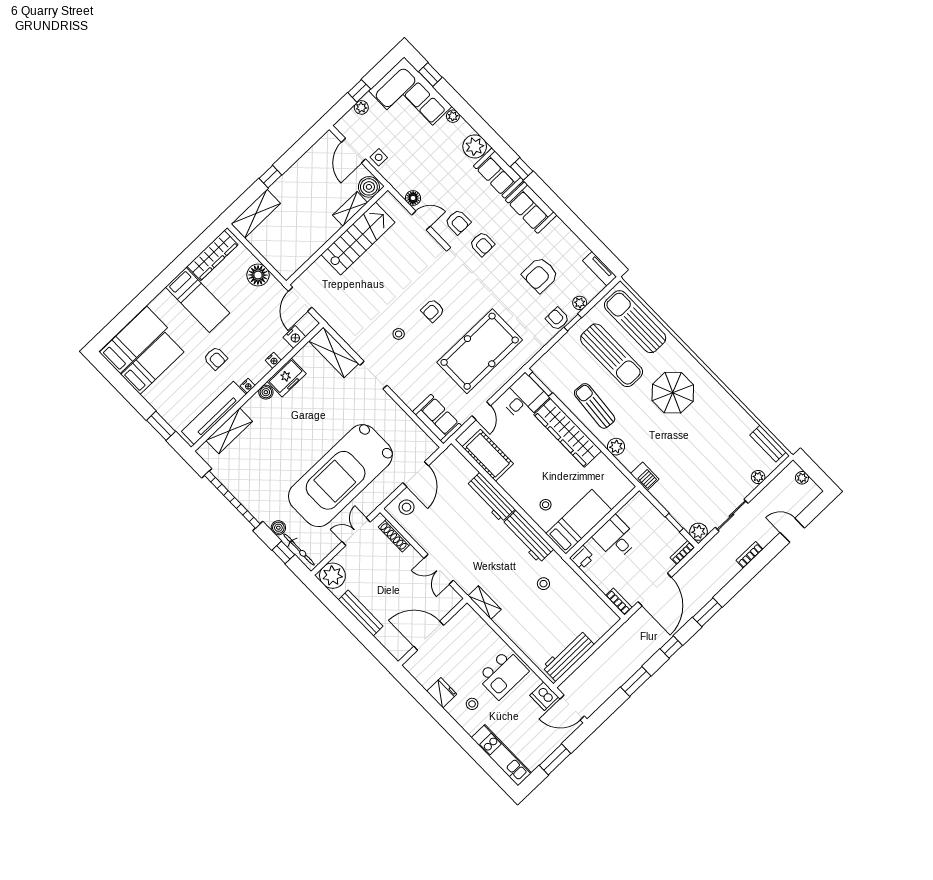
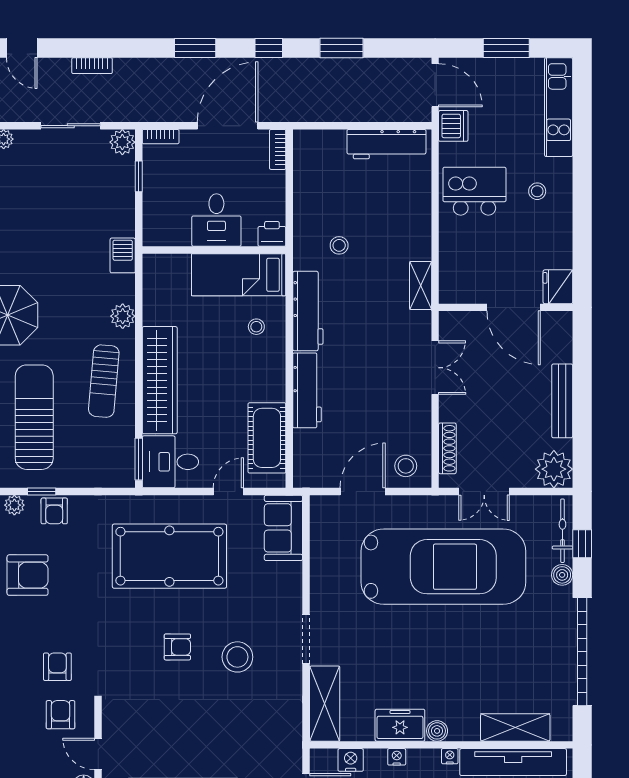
stool: (399, 334) -> (237, 657), width x1.89, depth x1.89
fridge: (442, 693) -> (558, 287), moved

